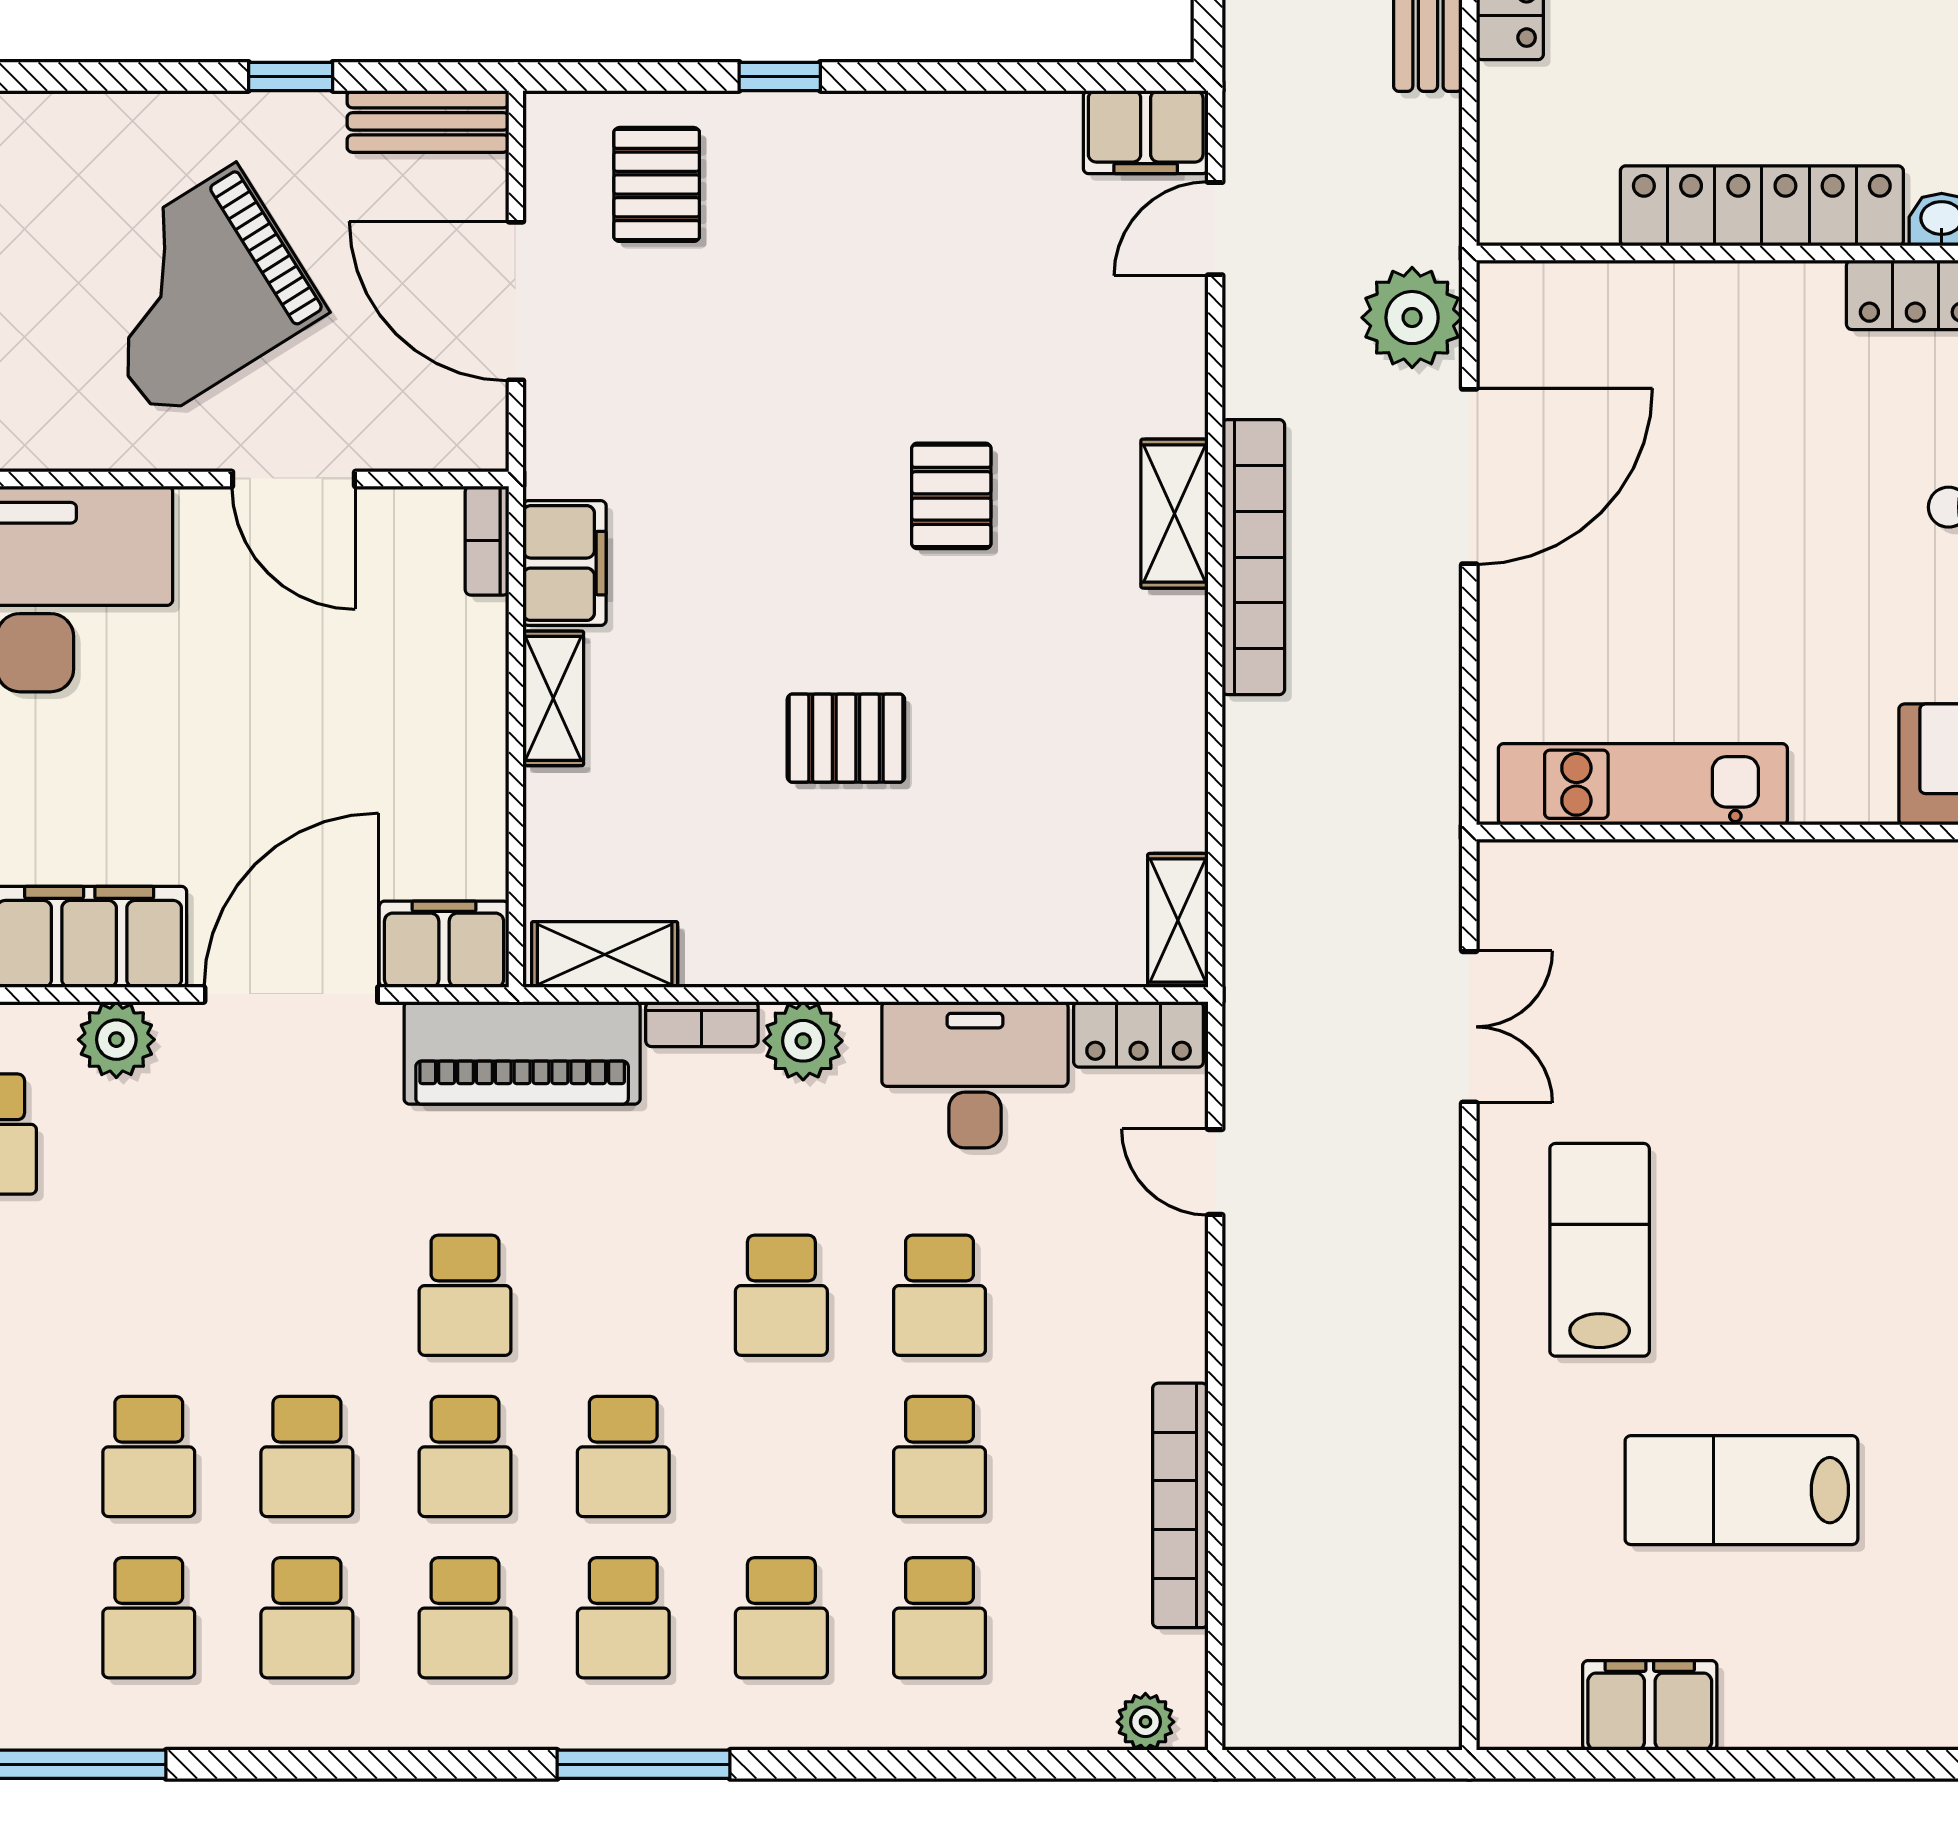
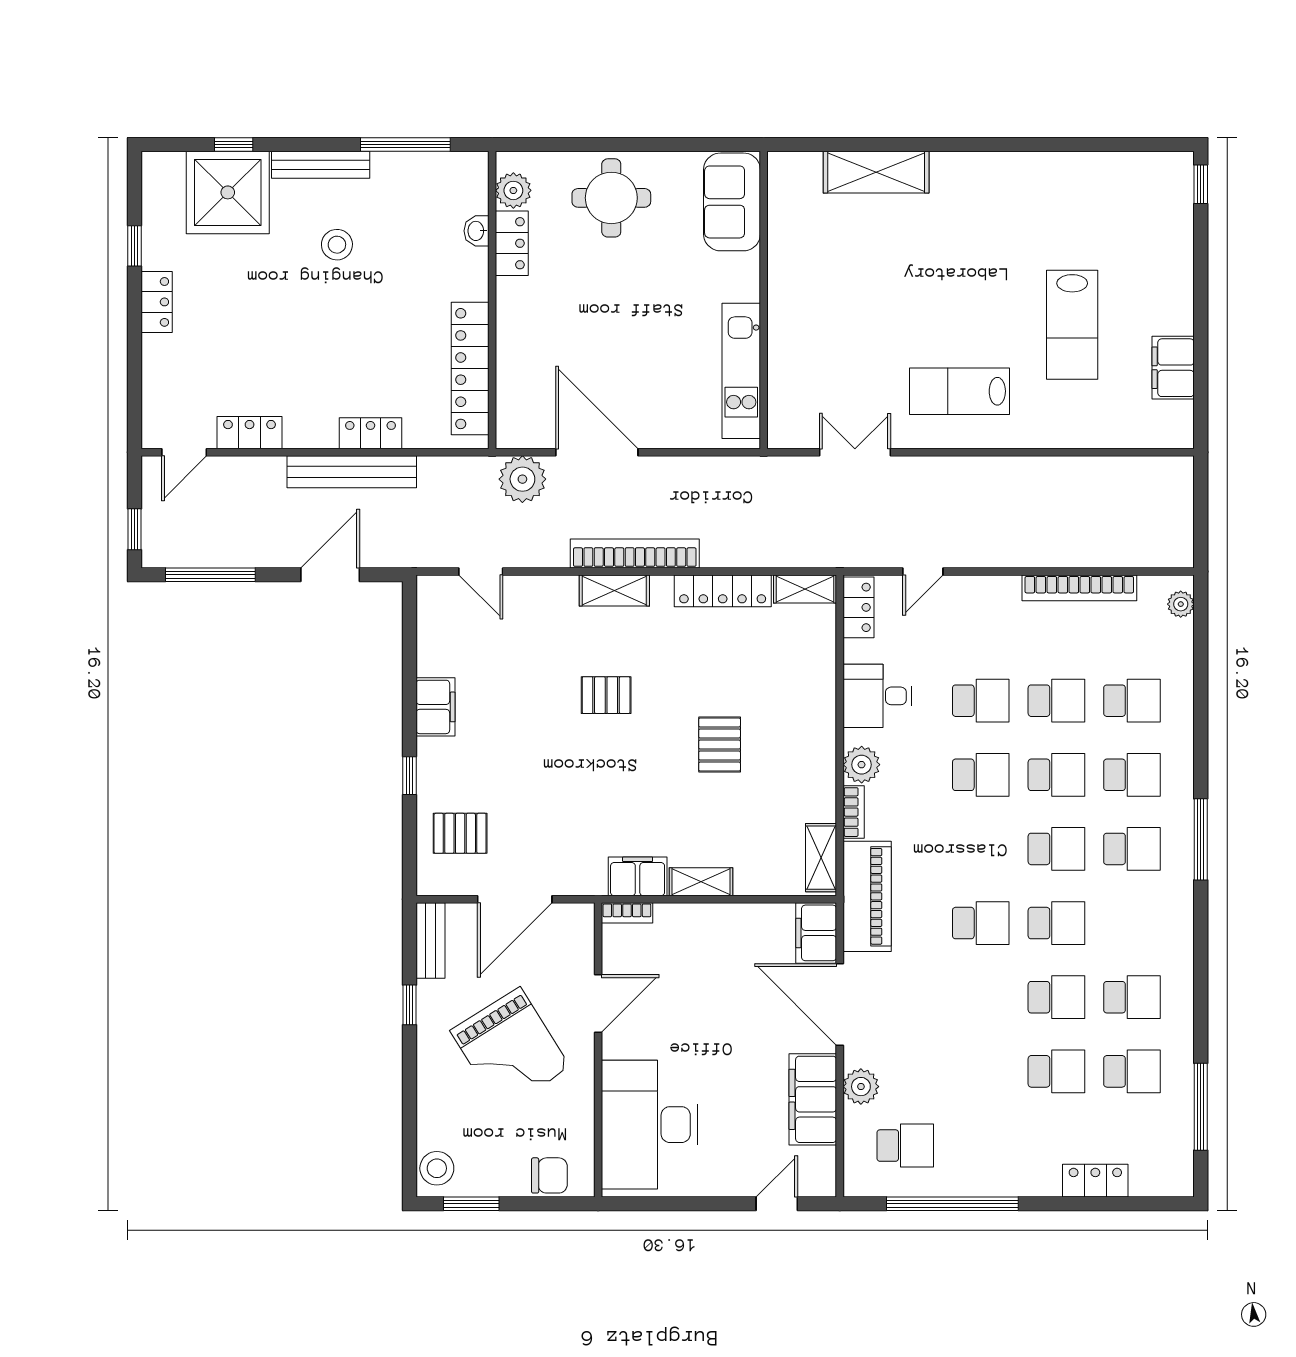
filing cabinet: (1146, 132) -> (436, 707), moved
locker: (1762, 206) -> (470, 369), moved
locker: (1174, 745) -> (723, 591), added
desk: (975, 1075) -> (877, 696), width x0.73
school desk: (465, 1618) -> (1056, 775), moved

